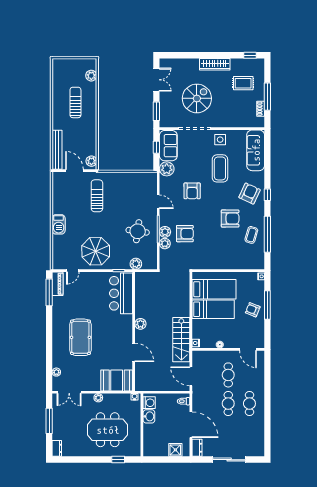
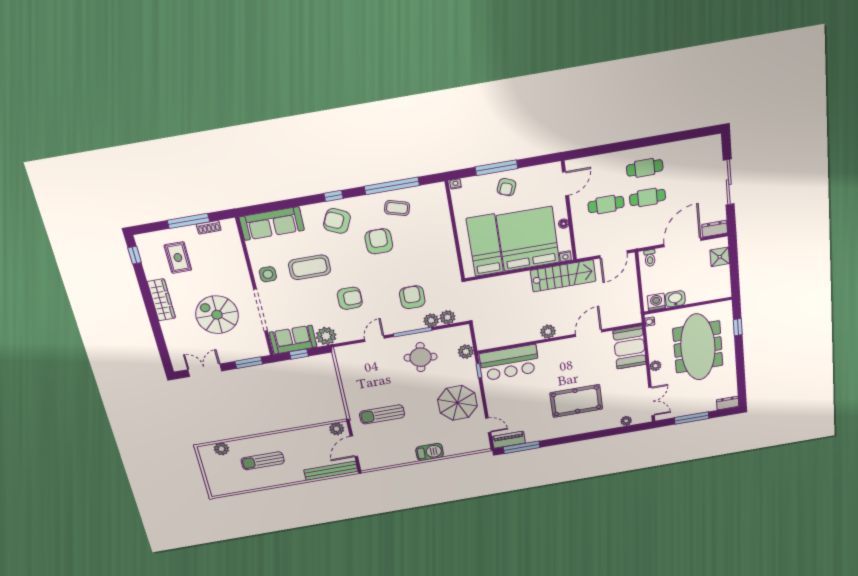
plant: (165, 232) -> (447, 317), moved
bed: (213, 309) -> (528, 239), width x2.04
meeting table: (108, 430) -> (698, 347), width x1.36

